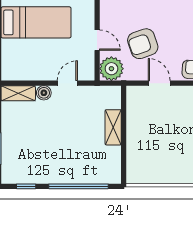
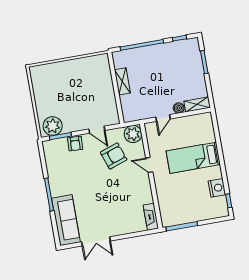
door: (97, 40) -> (149, 165), moved
shelving: (113, 127) -> (122, 81), moved

